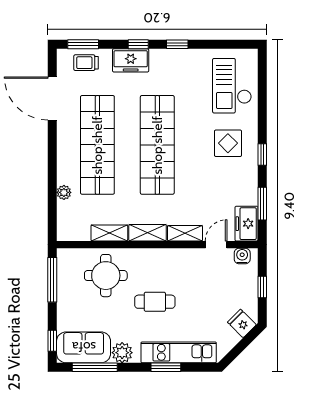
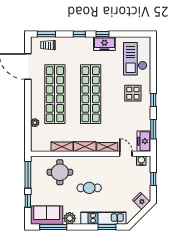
freezer: (131, 60) -> (104, 44), moved
door: (216, 245) -> (126, 154), hinge flipped
window: (52, 341) -> (28, 201), moved
window: (166, 367) -> (107, 227), moved

